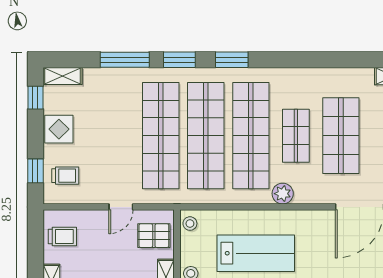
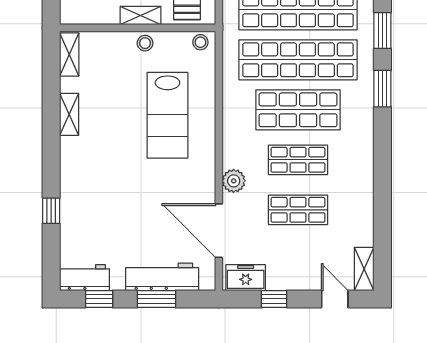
shop shelf: (251, 136) -> (298, 110), width x0.71
shop shelf: (341, 136) -> (298, 210), width x0.70, depth x0.74
plant: (283, 194) -> (234, 181), moved

